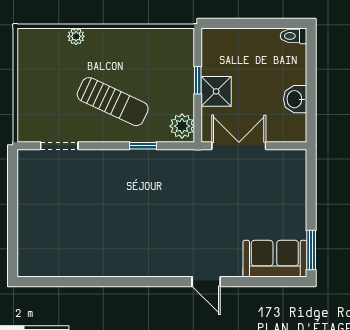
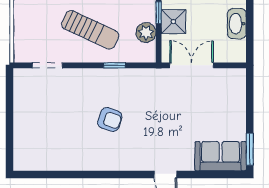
washbasin: (295, 99) -> (237, 24), width x1.38
plant: (182, 126) -> (146, 33), moved
armchair: (137, 213) -> (110, 120), added

